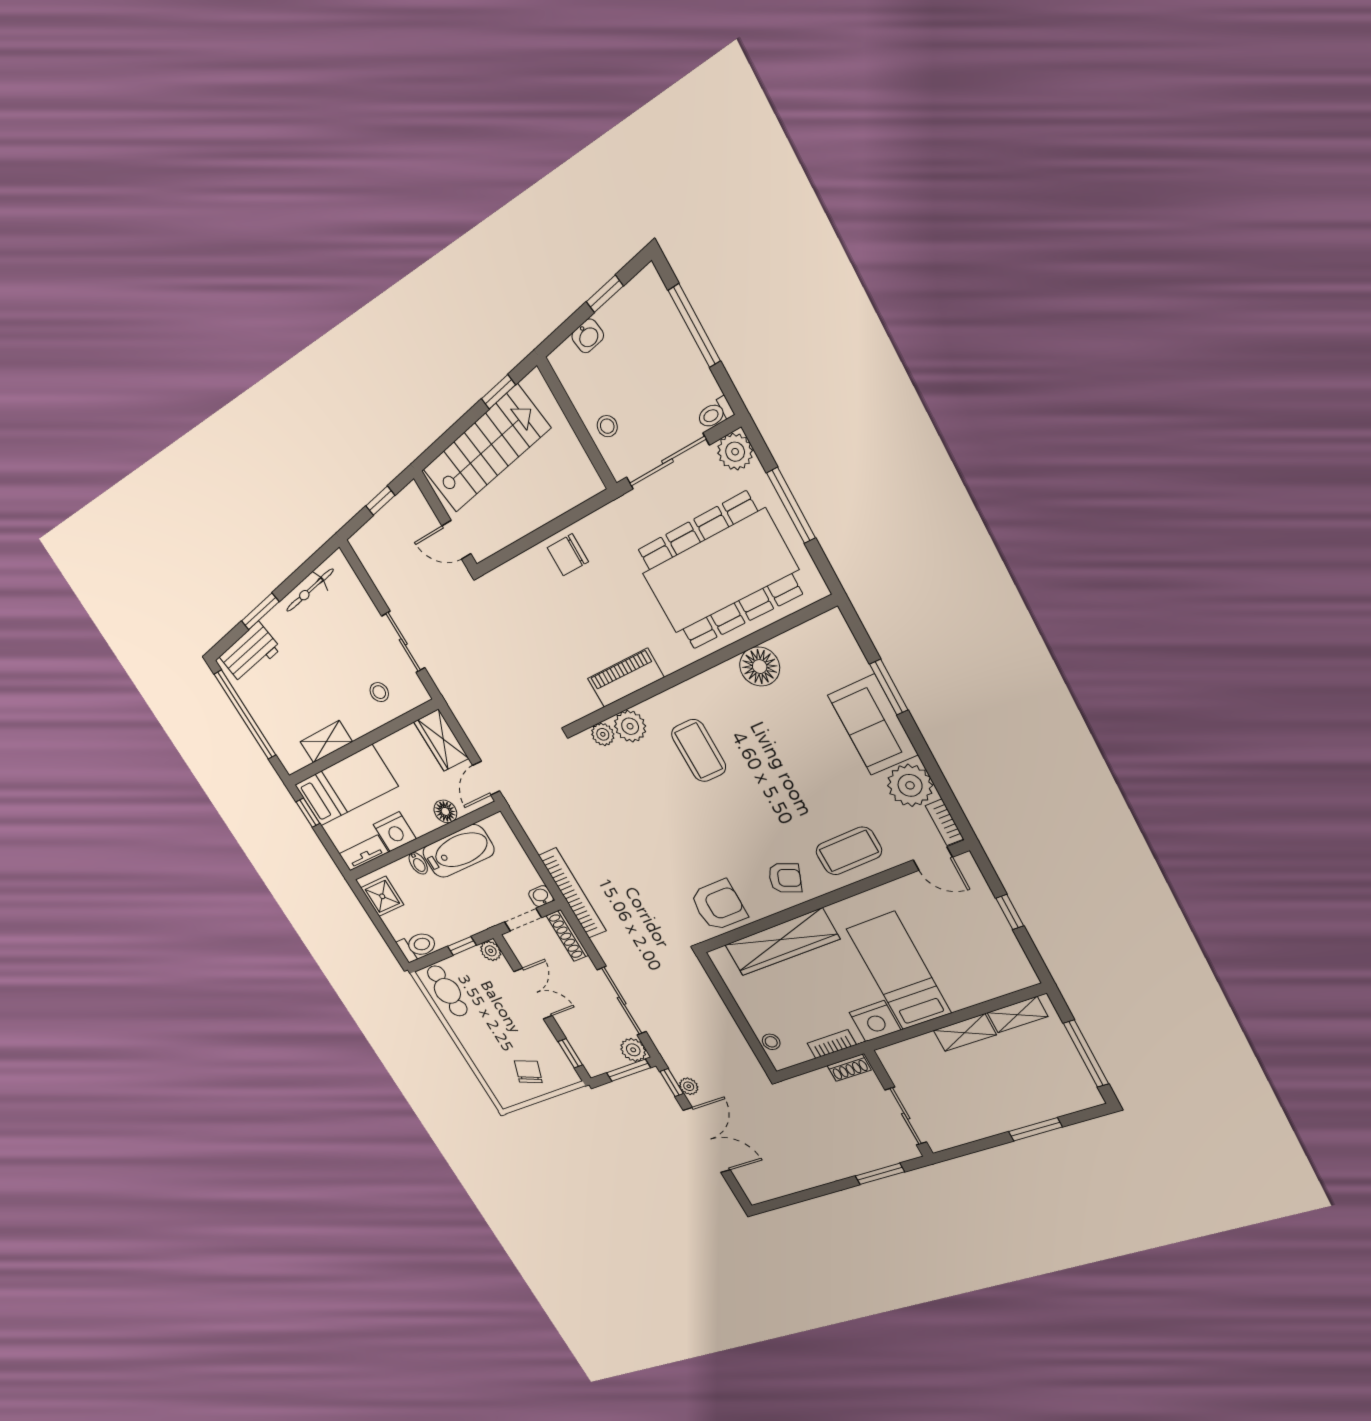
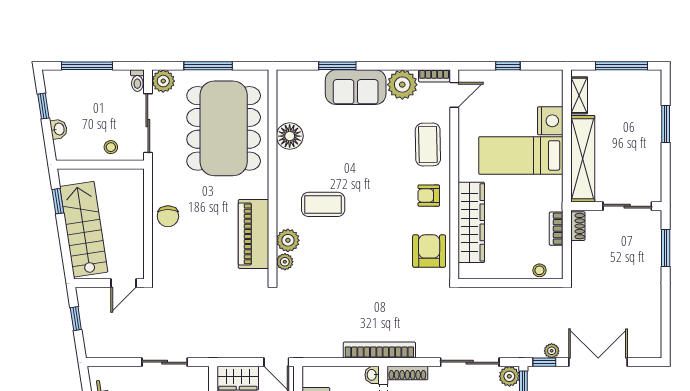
piano: (626, 678) -> (253, 234), width x1.37, depth x1.33
armchair: (785, 878) -> (429, 196), turned -112
nightstand: (875, 1021) -> (550, 121), moved
shelving: (965, 1033) -> (583, 159), width x2.20, depth x1.33

